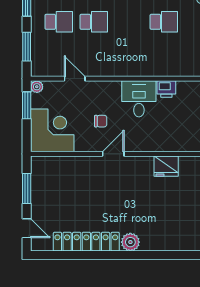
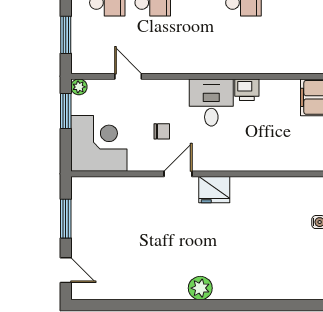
fridge: (166, 166) -> (214, 190), moved
locker: (86, 242) -> (143, 288), removed

